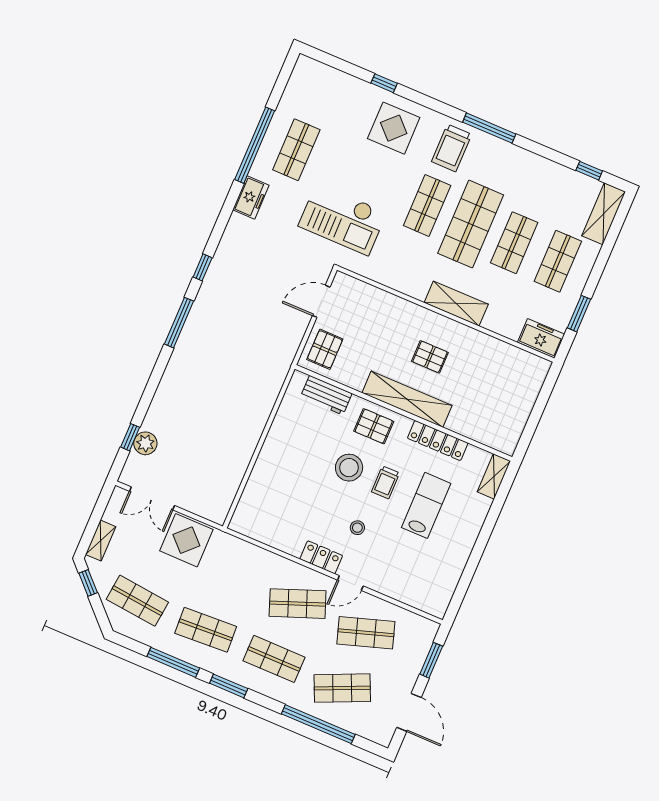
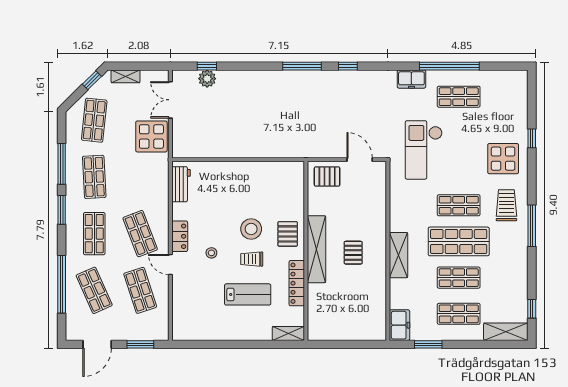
trolley: (452, 148) -> (506, 205), turned 90
workbench: (326, 395) -> (181, 184), moved, turned 180

